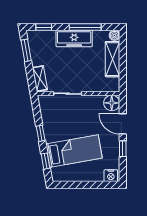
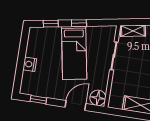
window: (123, 149) -> (38, 100), moved
bed: (74, 151) -> (74, 53), moved
nightstand: (111, 176) -> (30, 64), moved

